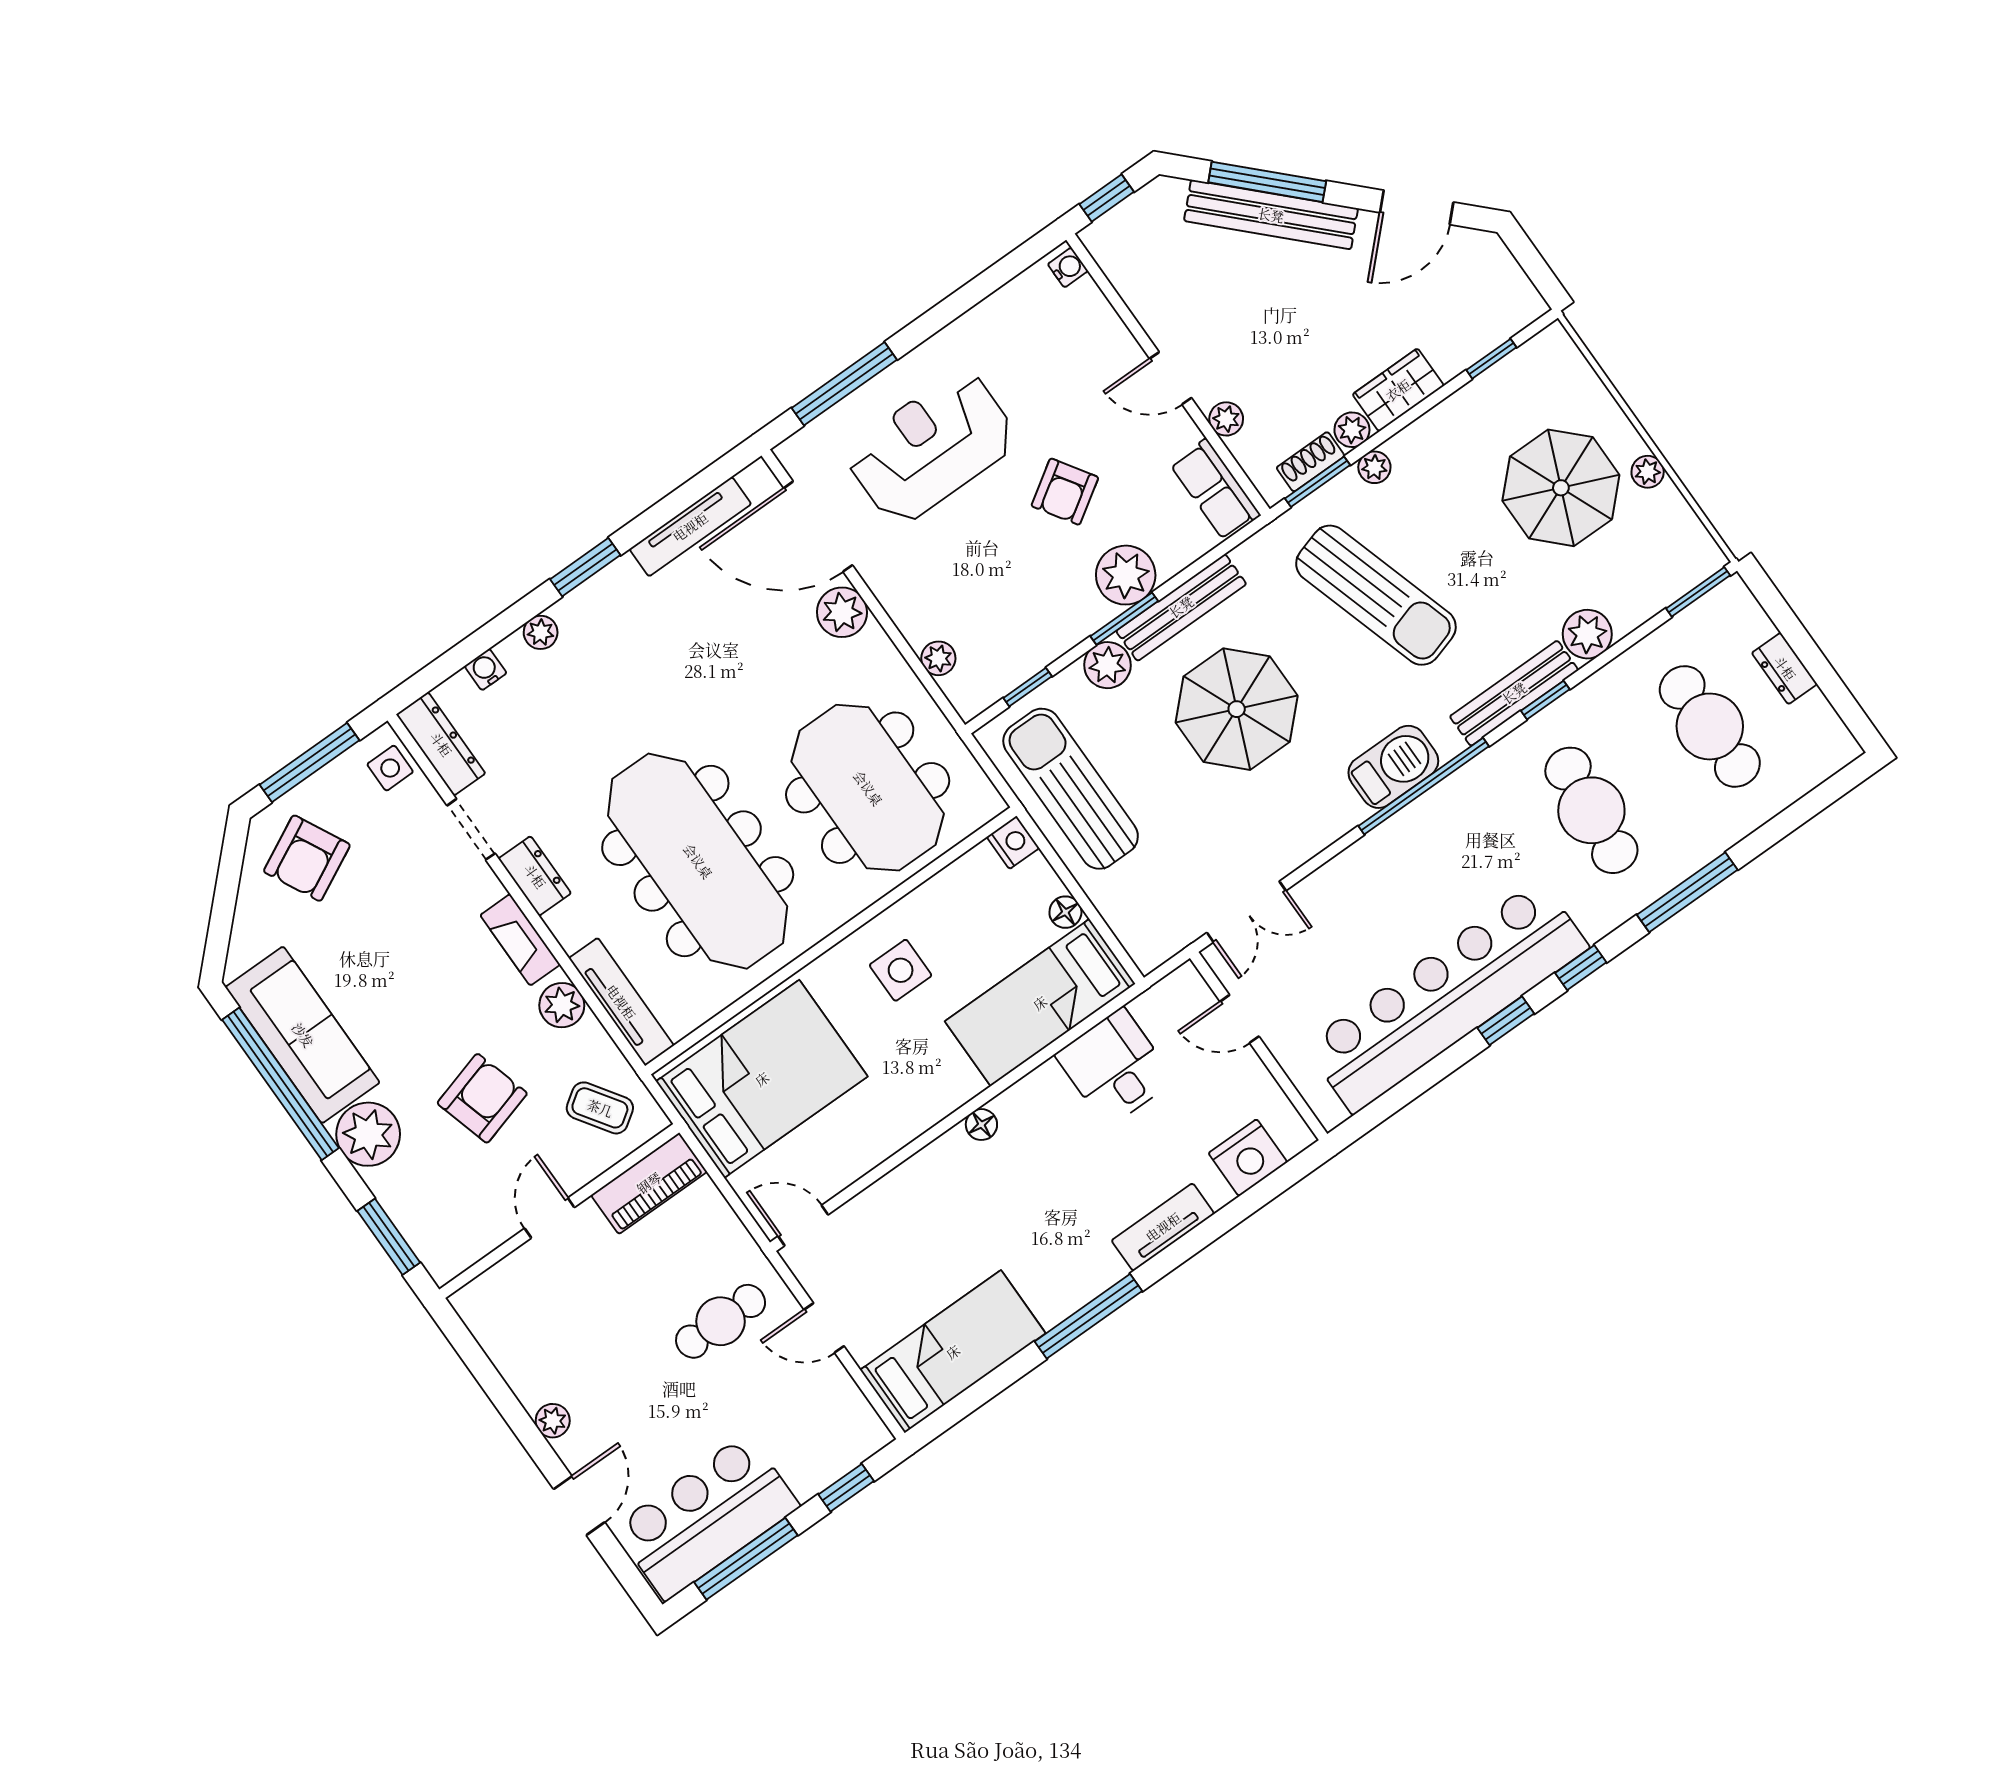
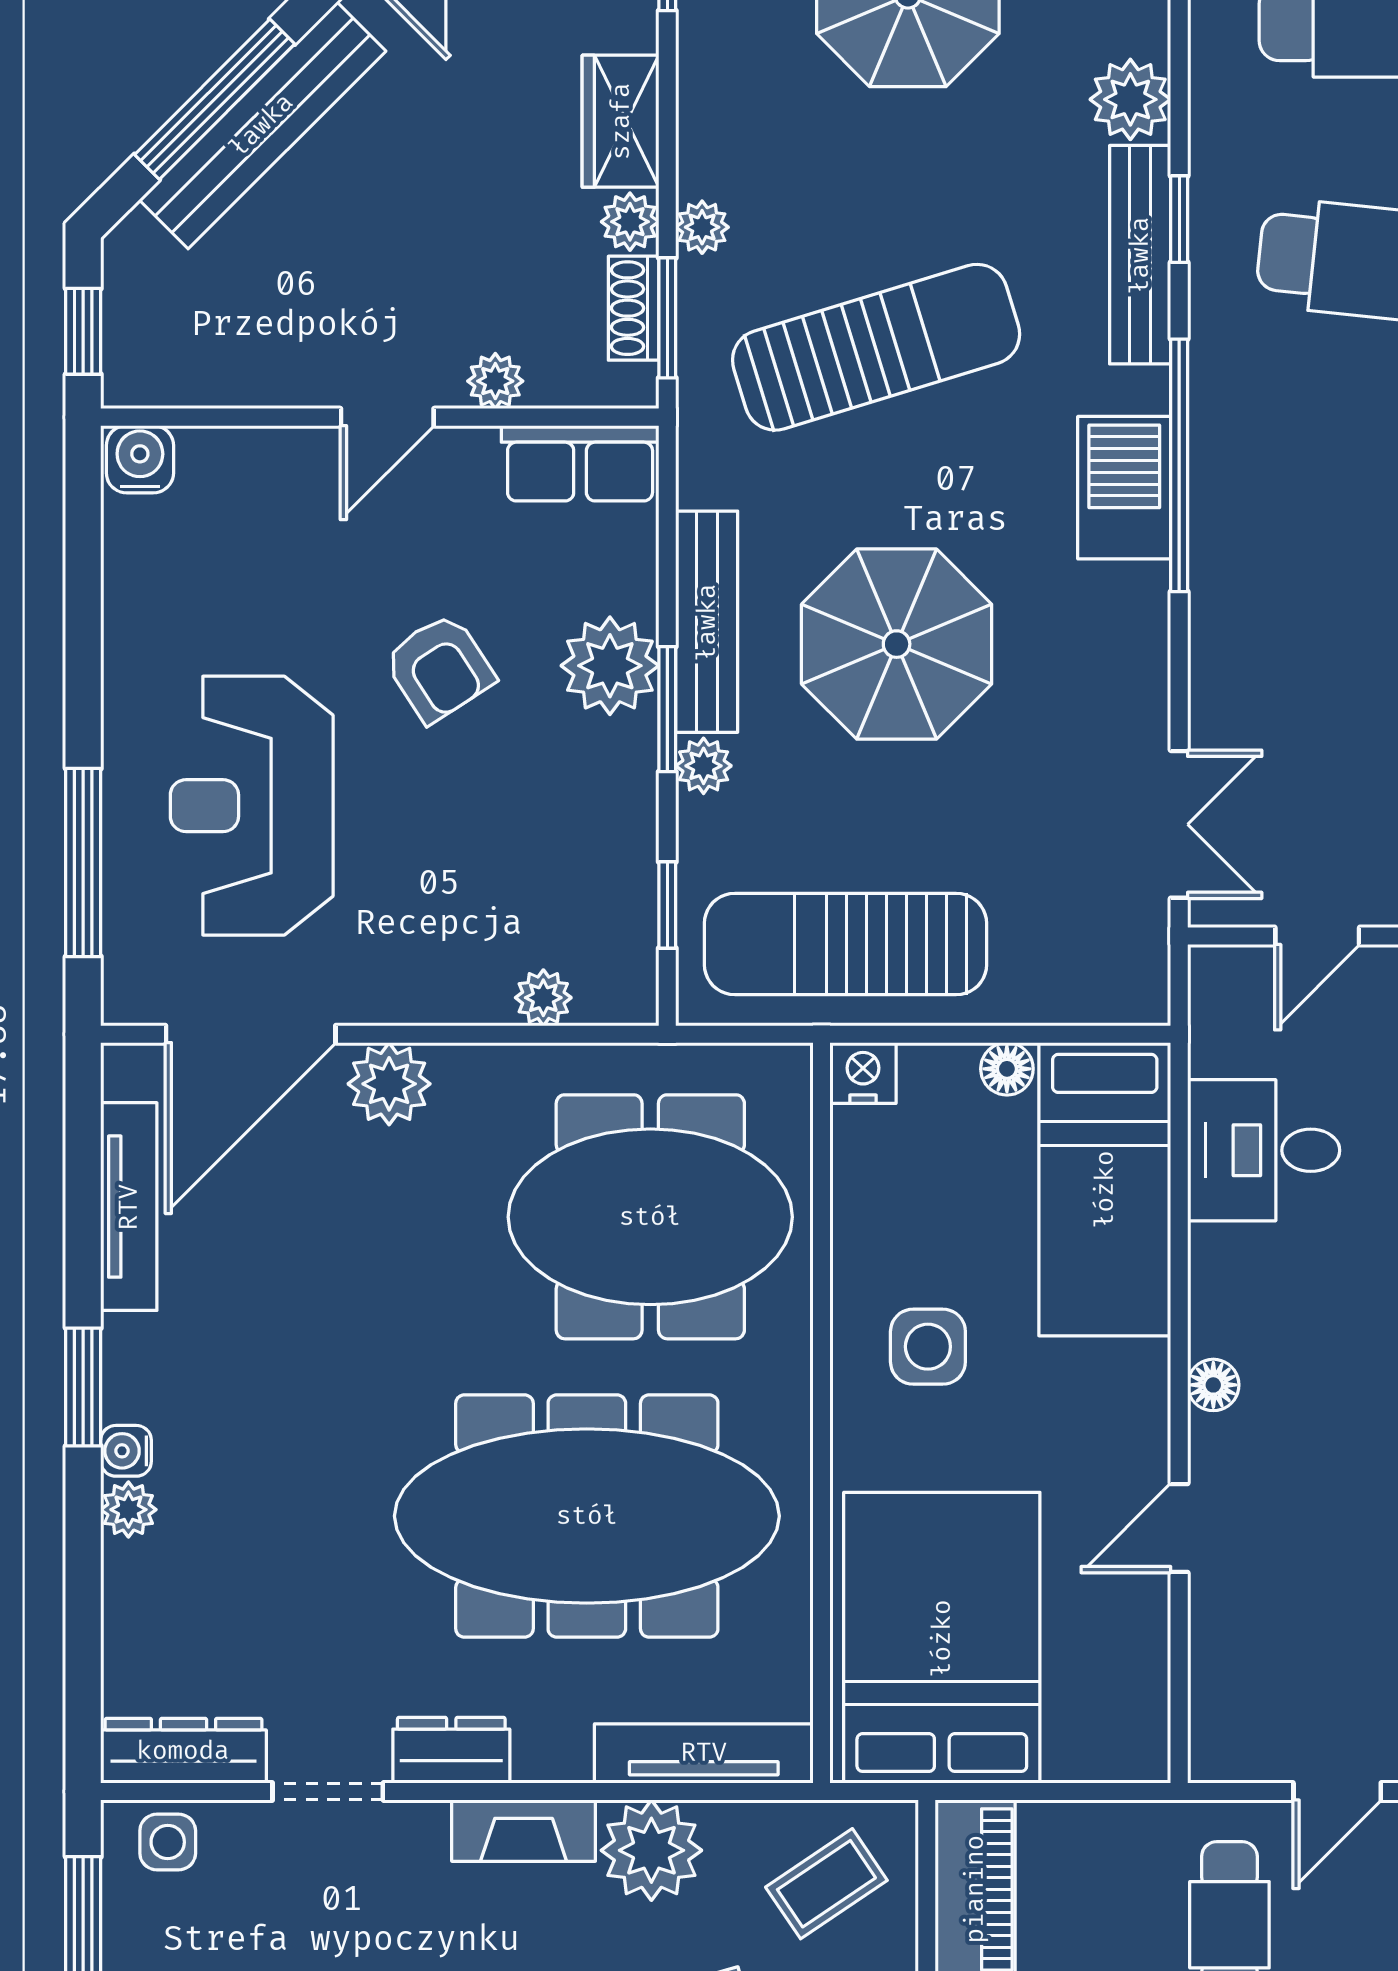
water cooler: (1068, 268) -> (140, 459), width x1.38, depth x1.38
plant: (1107, 665) -> (704, 766), width x0.73, depth x0.73
water cooler: (486, 670) -> (126, 1451), moved
plant: (562, 1005) -> (651, 1850), width x1.36, depth x1.36
door: (803, 1225) -> (1179, 1528), moved

